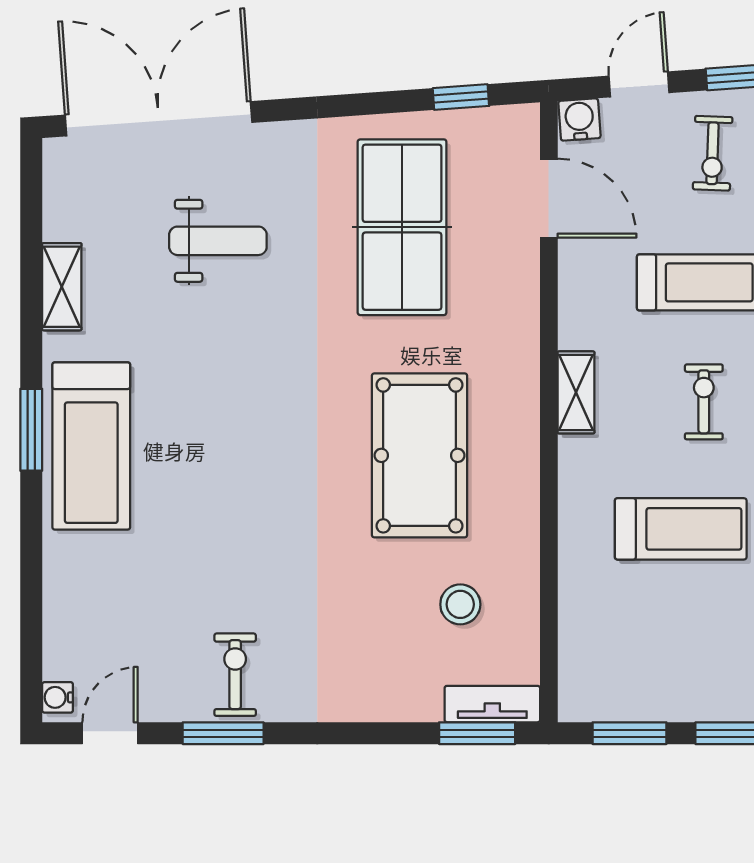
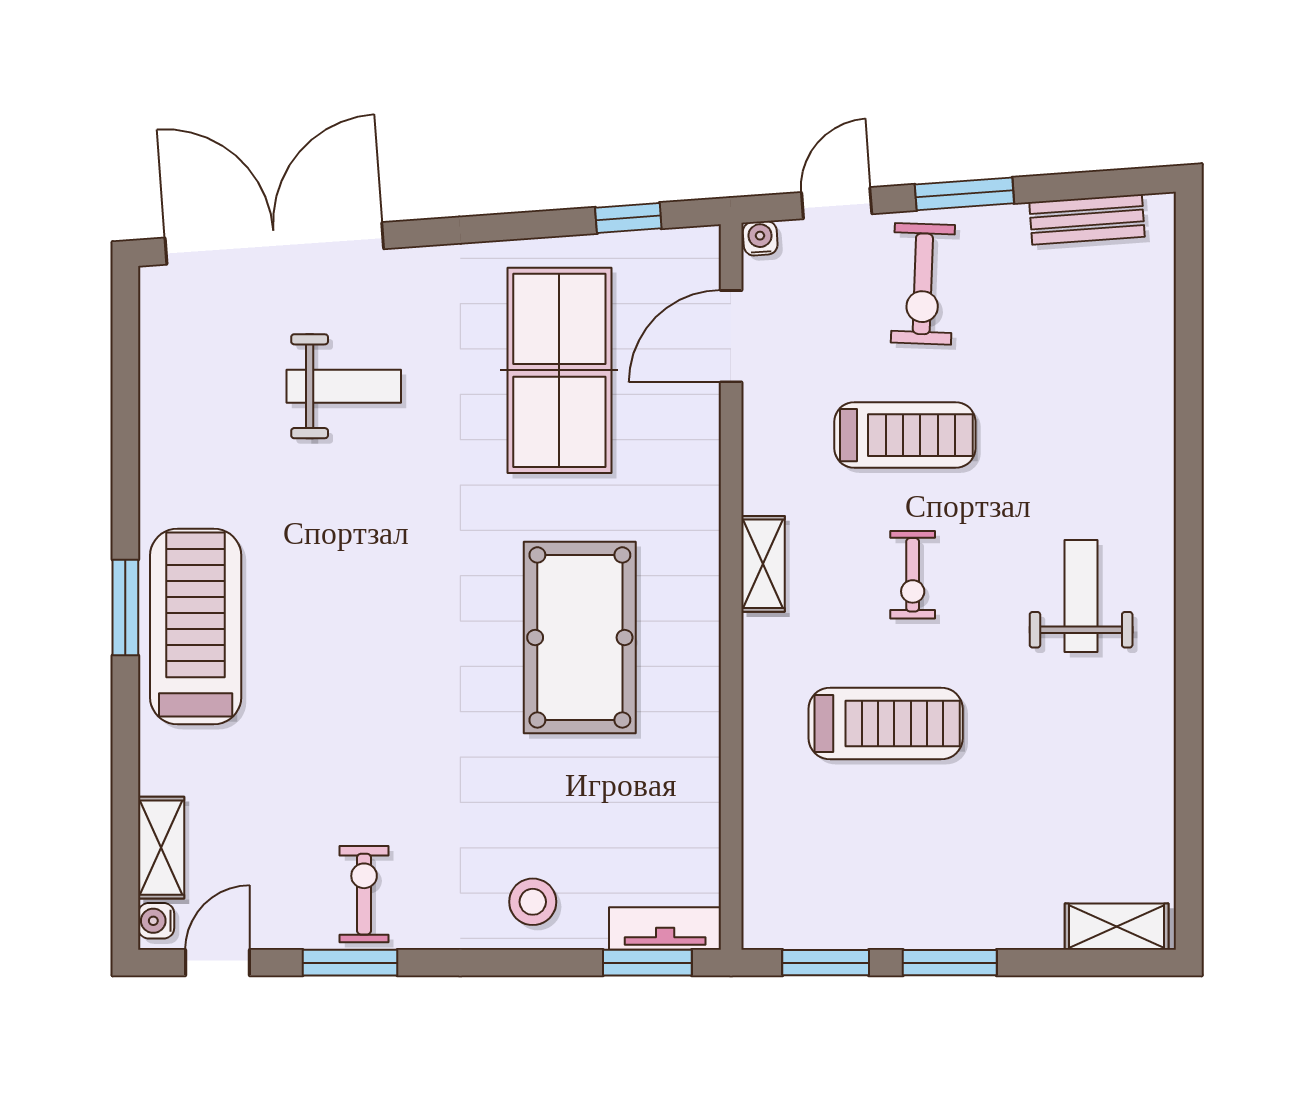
water cooler: (579, 119) -> (760, 238), width x0.72, depth x0.72
exercise bike: (713, 153) -> (923, 284), width x1.38, depth x1.39
door: (549, 198) -> (731, 336), swing flipped
shelving: (62, 287) -> (161, 848), moved
exercise bike: (704, 402) -> (913, 575), turned 180
treadmill: (91, 446) -> (196, 626), turned 180
stool: (460, 604) -> (533, 902), moved

